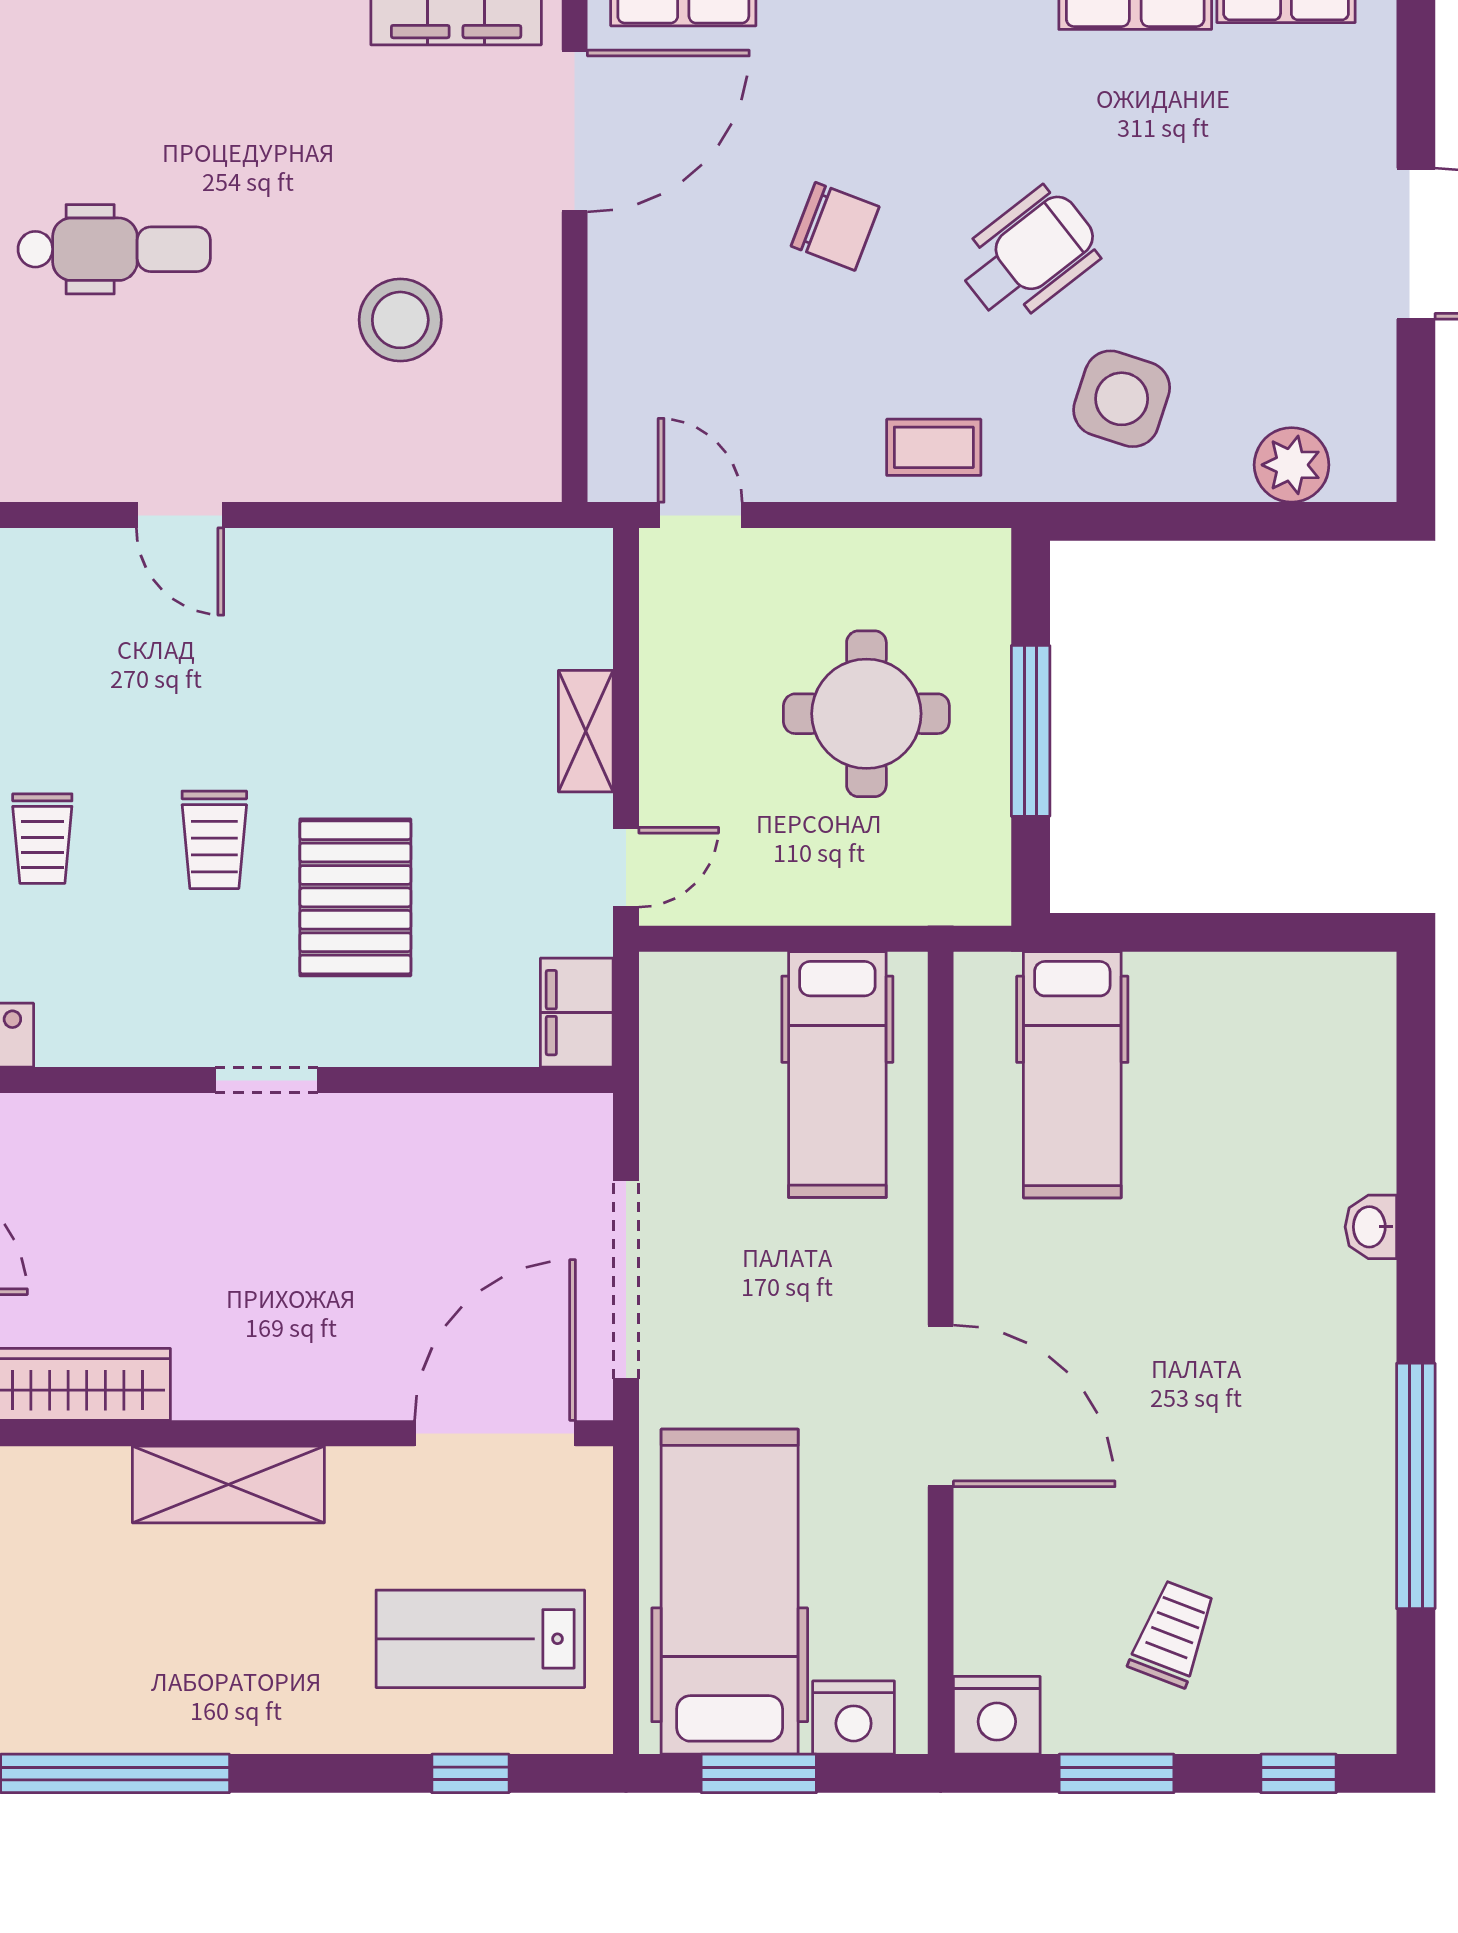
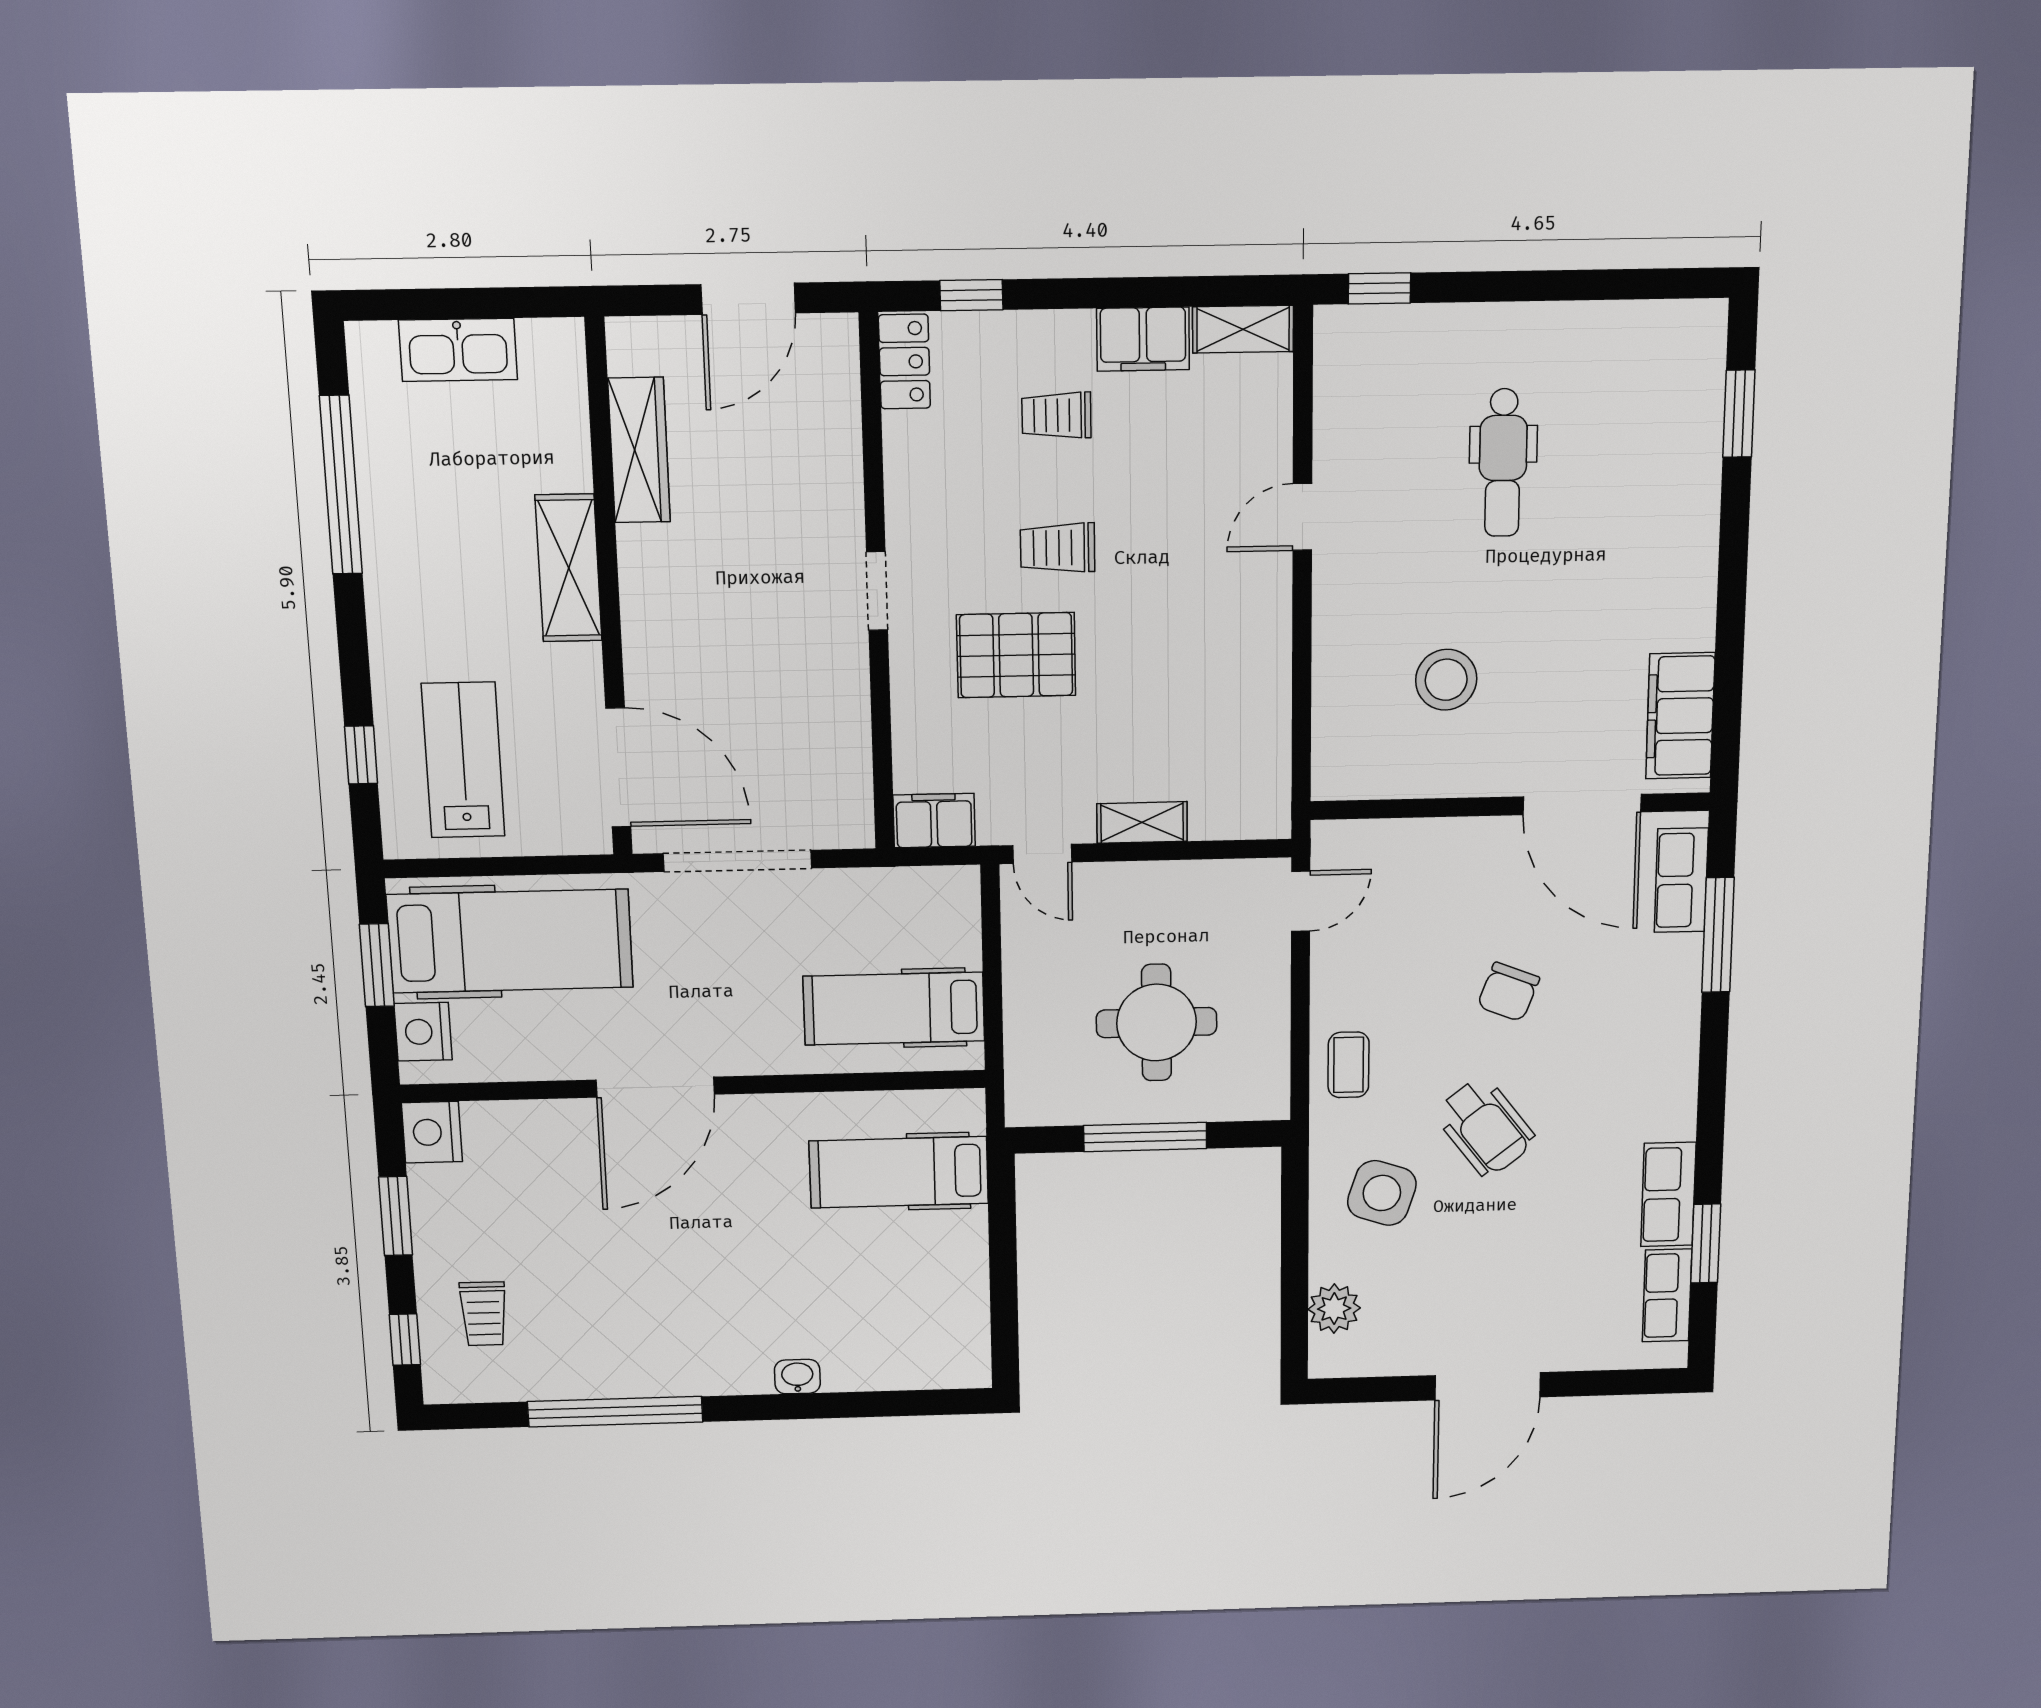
trolley: (1173, 1634) -> (484, 1314), moved, turned 69

